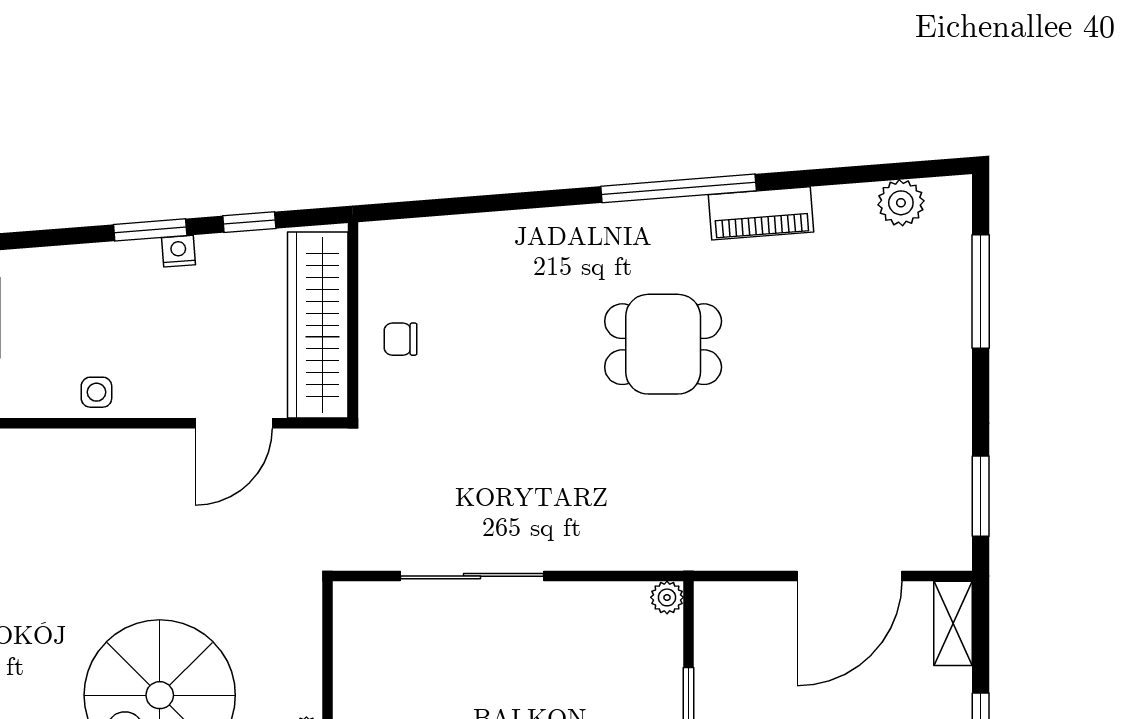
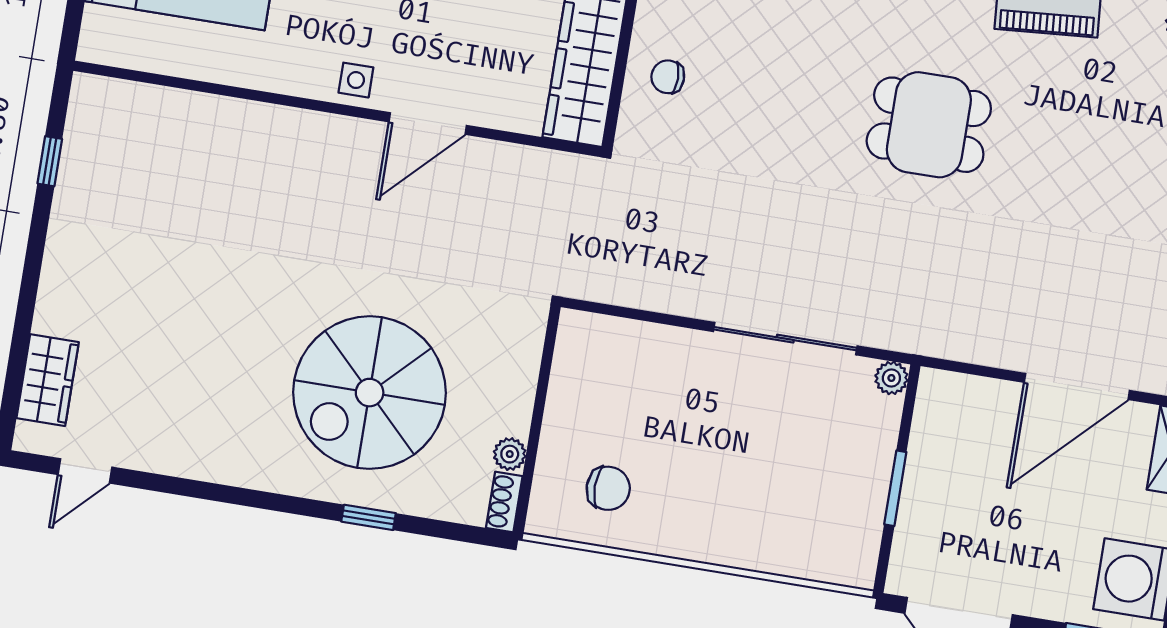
door: (234, 423) -> (428, 124), moved
sliding door: (472, 576) -> (785, 339), moved

